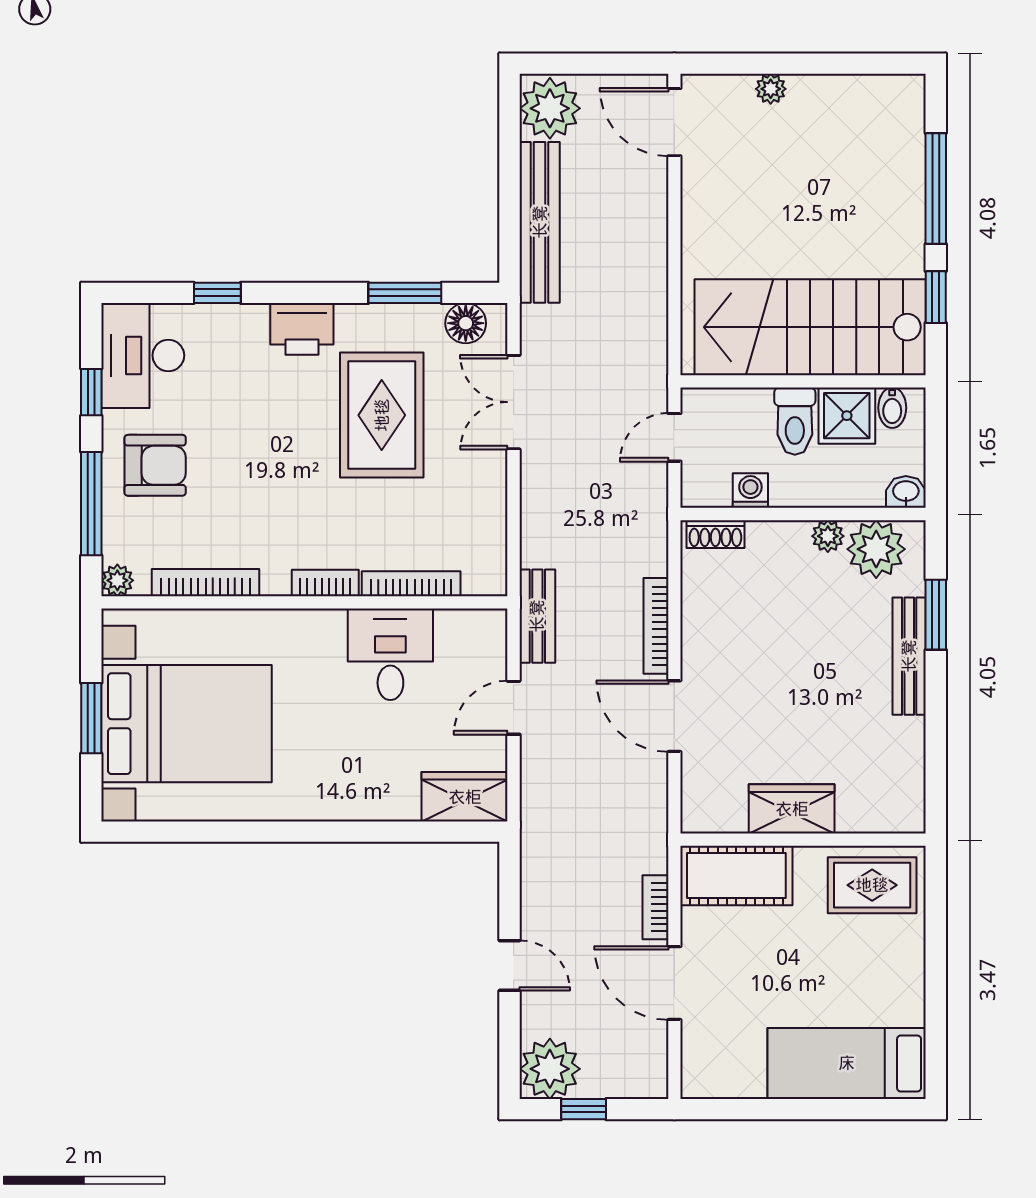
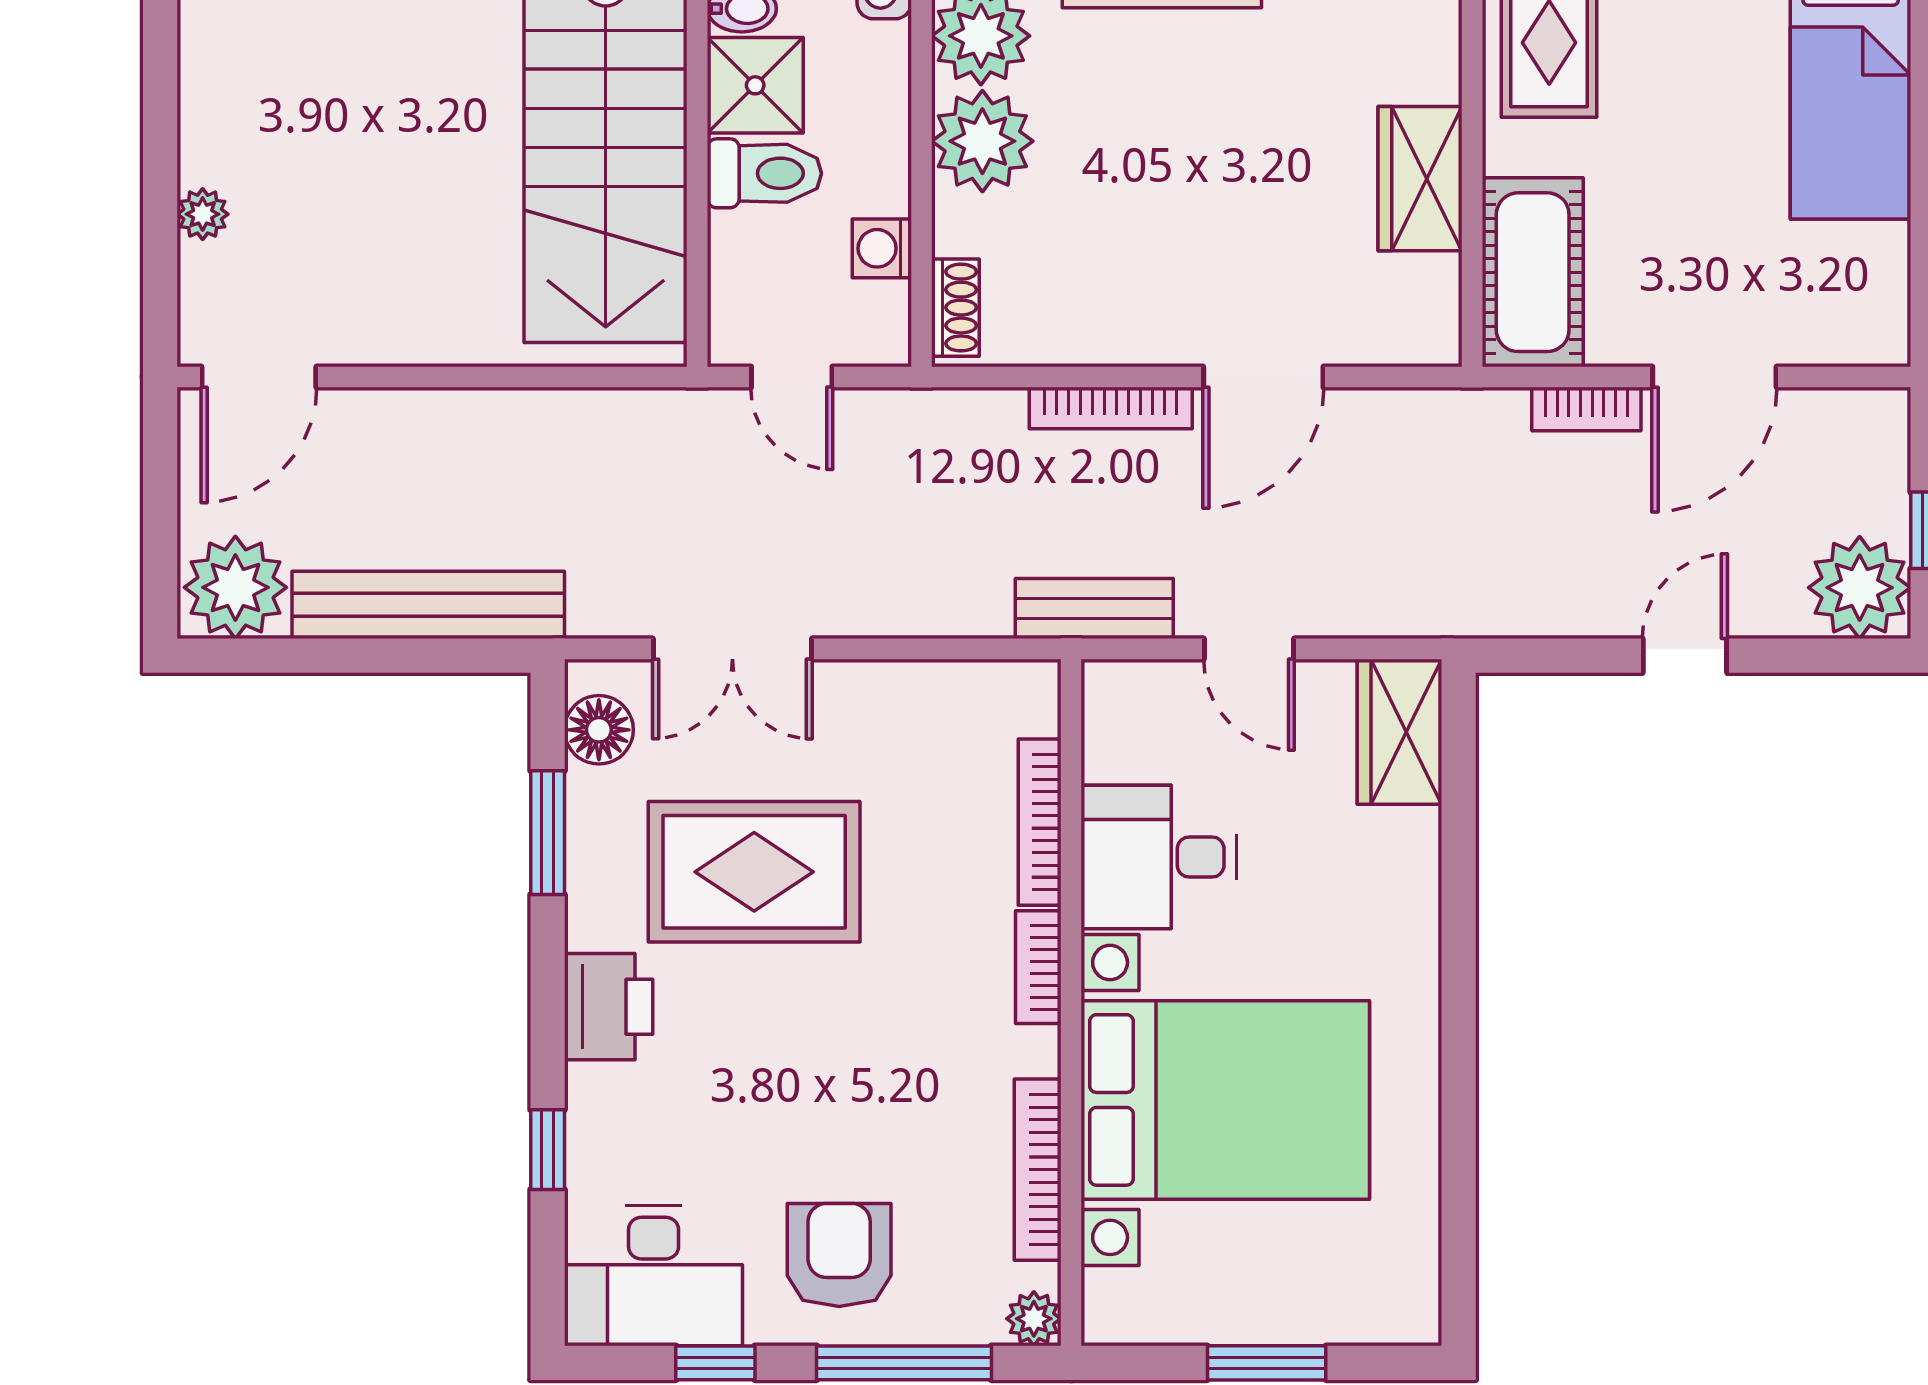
plant: (828, 536) -> (982, 141), width x1.87, depth x1.87
bed with nightstands: (187, 724) -> (1225, 1100), moved, turned 90

